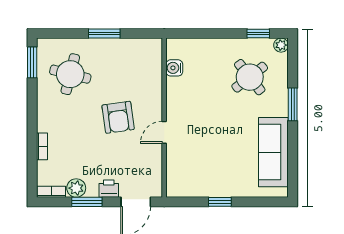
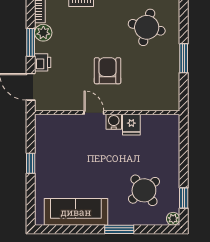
water cooler: (174, 68) -> (114, 122), moved
fridge: (177, 91) -> (131, 125), added
armchair: (118, 117) -> (108, 71), turned 98

